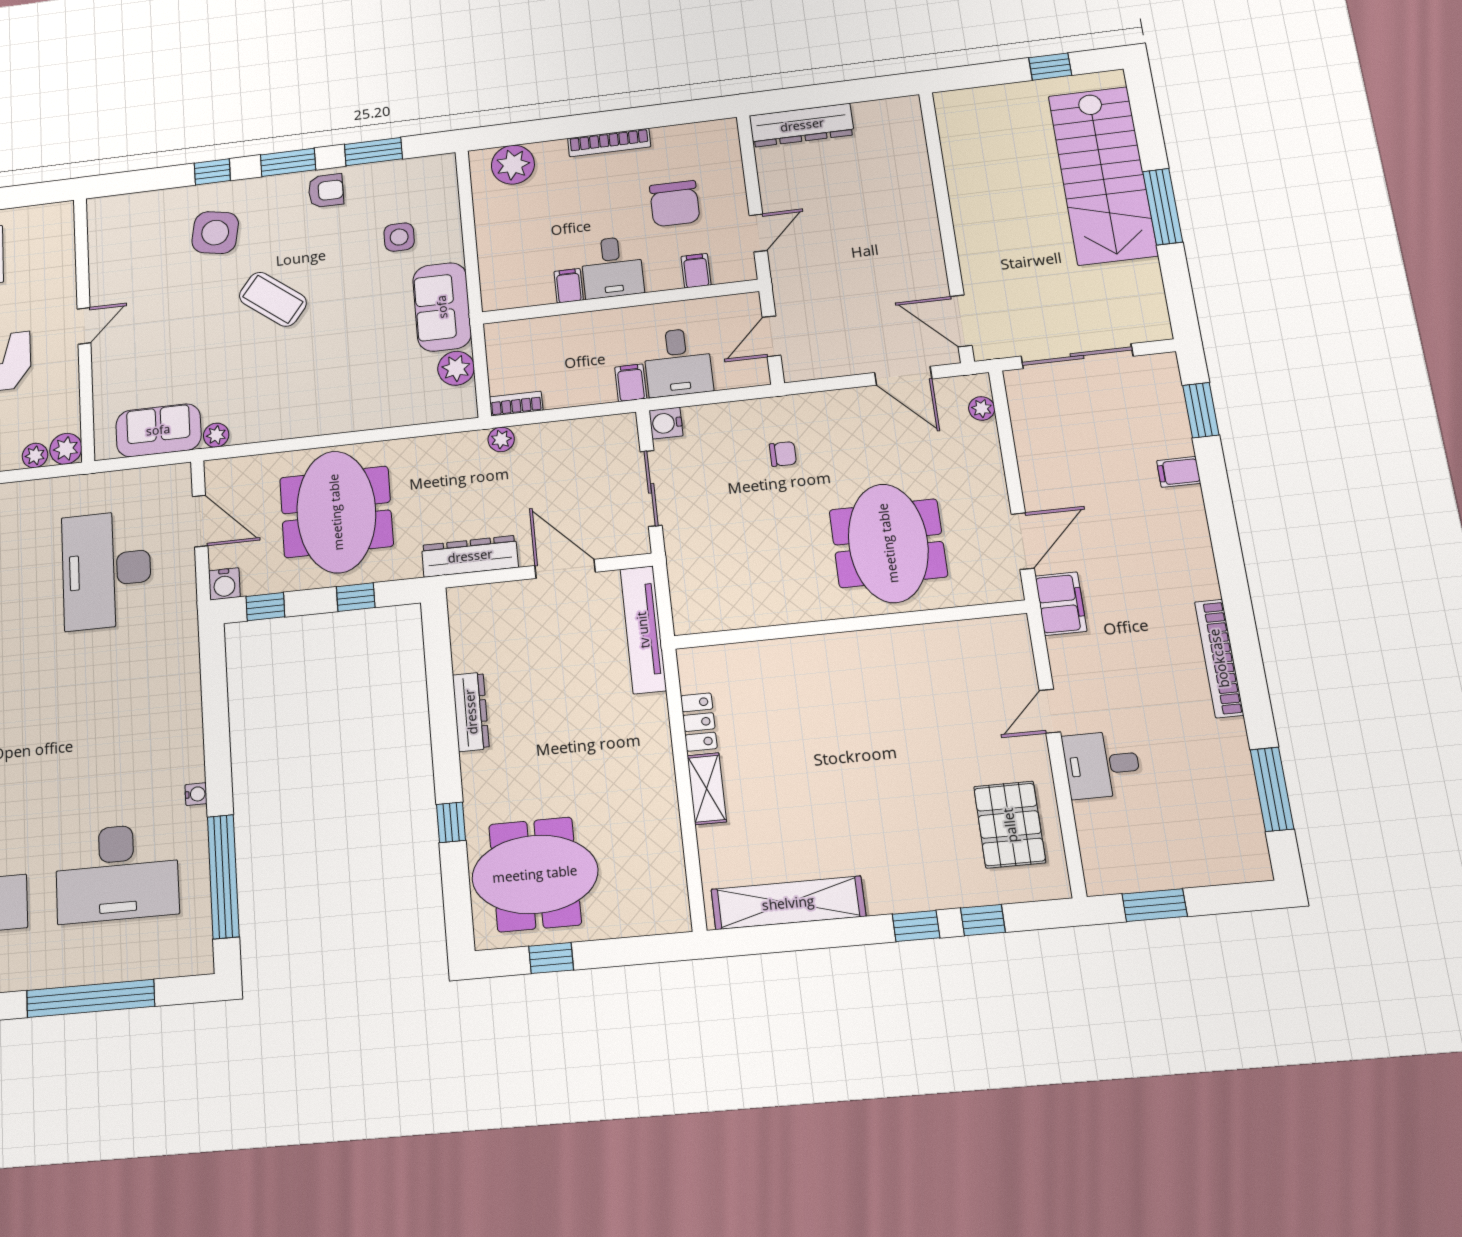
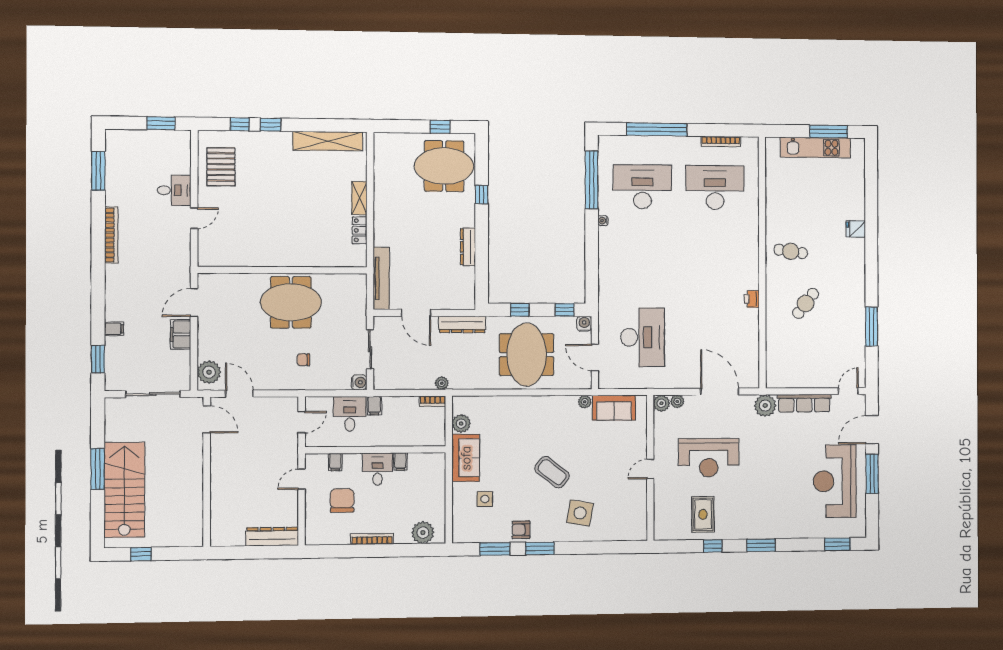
window: (212, 172) -> (580, 548), removed
plant: (982, 408) -> (209, 372), width x1.87, depth x1.87
meeting table: (888, 543) -> (291, 302), moved, turned 90
filing cabinet: (1061, 604) -> (181, 334), moved

